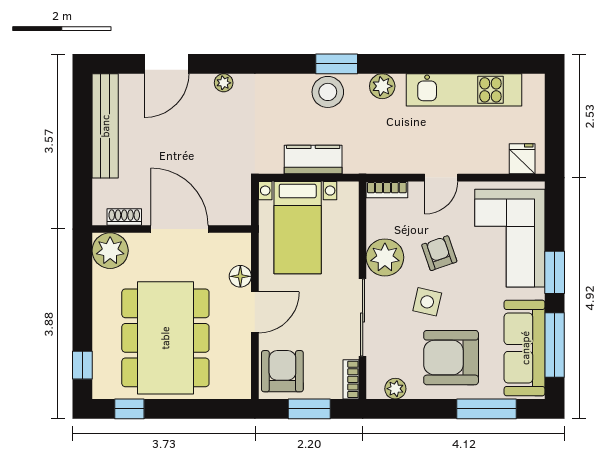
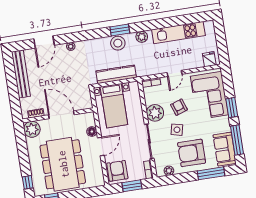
kitchen counter: (313, 160) -> (116, 74), width x1.50
sofa: (525, 348) -> (225, 149), width x0.73

